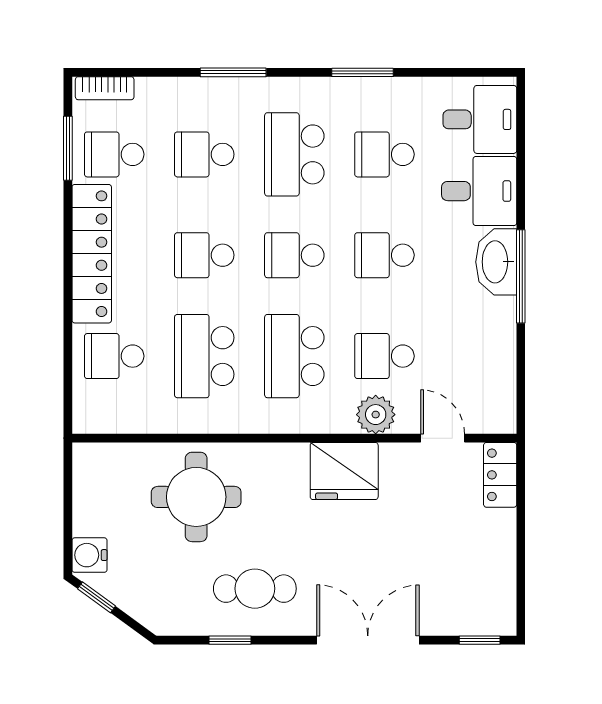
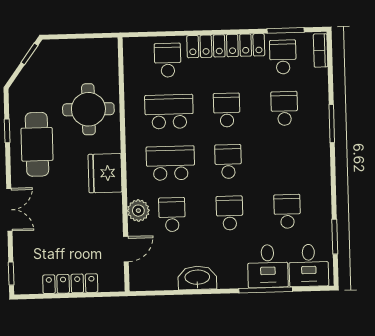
window: (362, 72) -> (335, 237), moved
school desk: (294, 154) -> (286, 160), removed
washbasin: (496, 262) -> (197, 278), moved
window: (521, 276) -> (266, 290), moved
fridge: (344, 471) -> (105, 173), moved
locker: (500, 475) -> (70, 284), moved, width x1.53
water cooler: (89, 555) -> (54, 49), removed
cafe table: (255, 589) -> (37, 144), width x1.37, depth x1.35
double door: (368, 640) -> (9, 210), width x0.73

